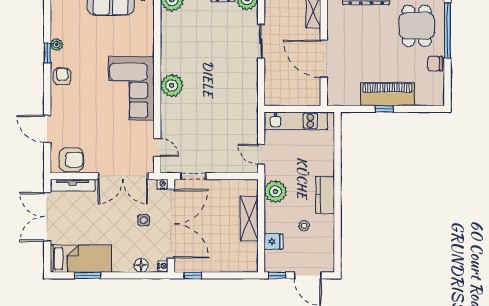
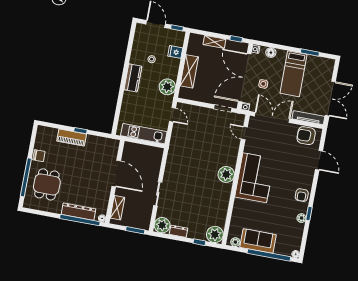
piano: (387, 94) -> (72, 138), width x0.73, depth x0.75
bed: (81, 259) -> (294, 74), moved, turned -90
shelving: (222, 266) -> (214, 42), added

